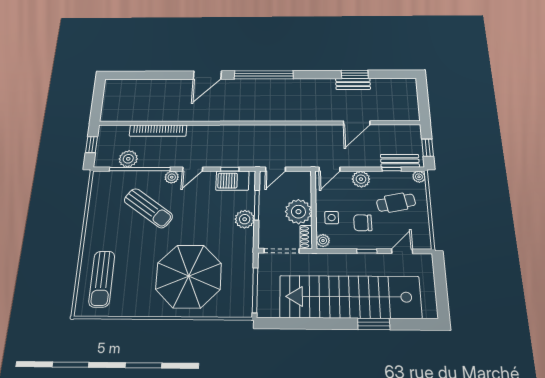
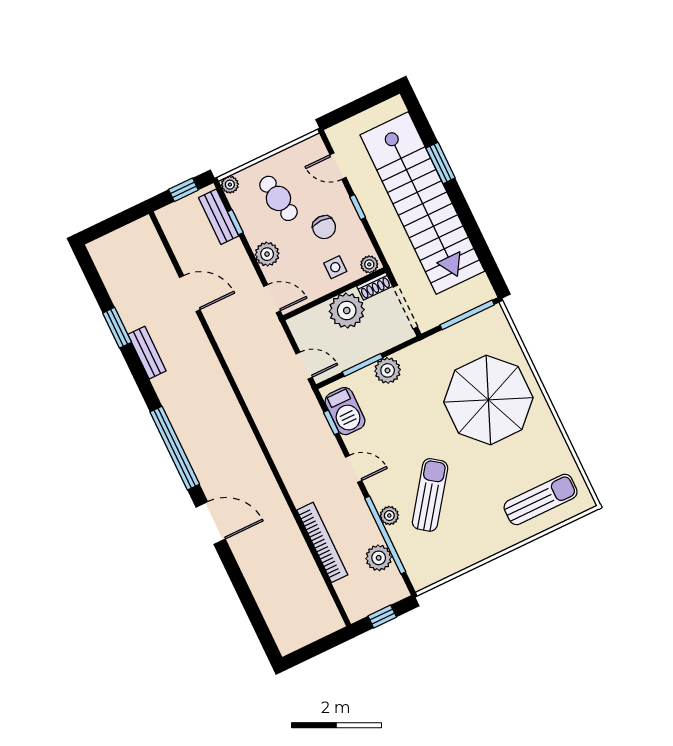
bench: (353, 84) -> (147, 353), moved
plant: (172, 177) -> (389, 516), moved

